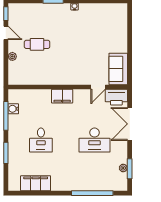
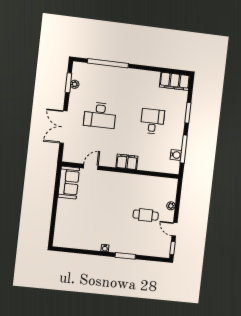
printer: (116, 97) -> (74, 155), removed
double door: (130, 124) -> (63, 127), swing flipped
desk: (94, 140) -> (100, 115), turned 180
filing cabinet: (36, 183) -> (175, 81), moved

